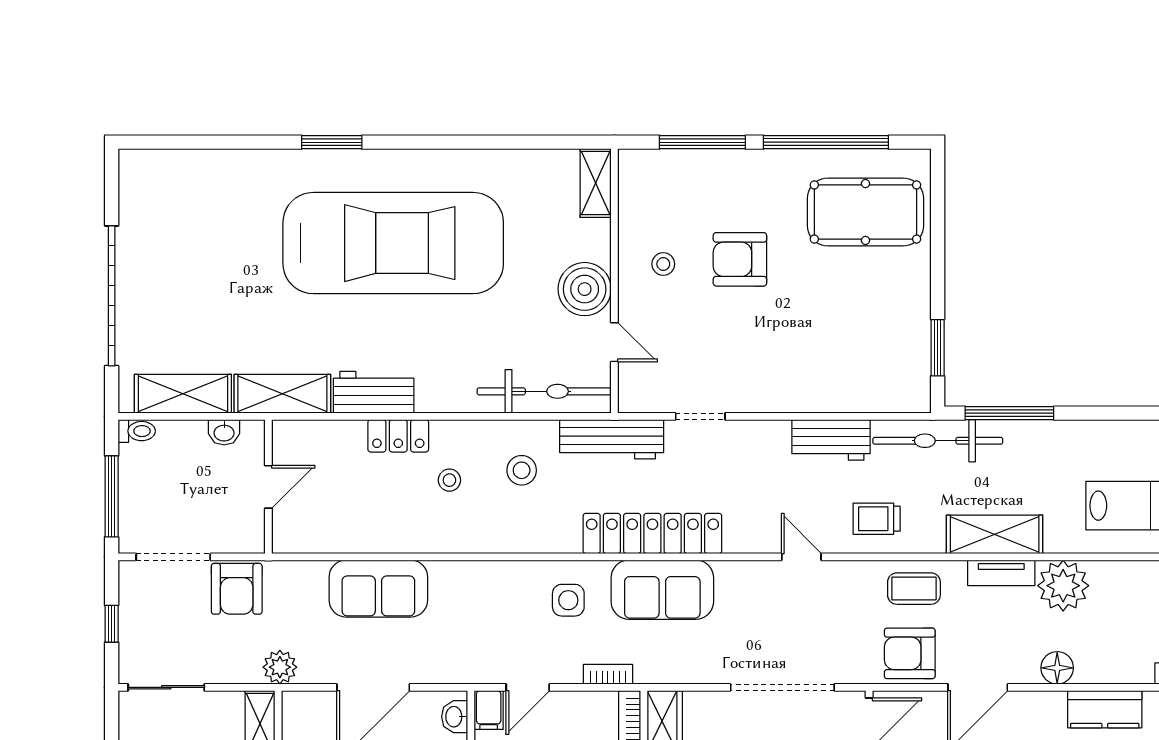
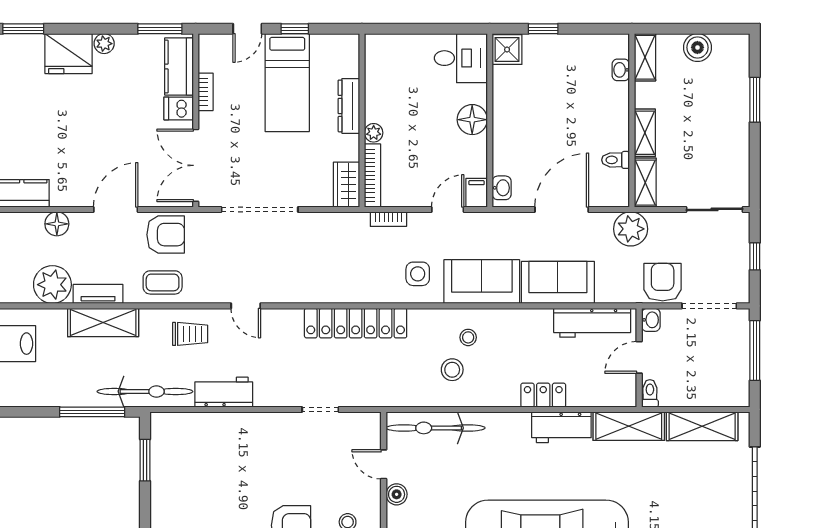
boiler: (585, 289) -> (397, 494), width x0.54, depth x0.54
toilet: (137, 431) -> (650, 393), moved, turned 90
washbasin: (224, 432) -> (651, 320), moved, turned 90
workbench: (612, 439) -> (592, 323), moved, turned 180
stool: (449, 480) -> (468, 337), moved
sofa: (662, 590) -> (482, 282), moved
plant: (280, 667) -> (631, 229), width x1.36, depth x1.36

